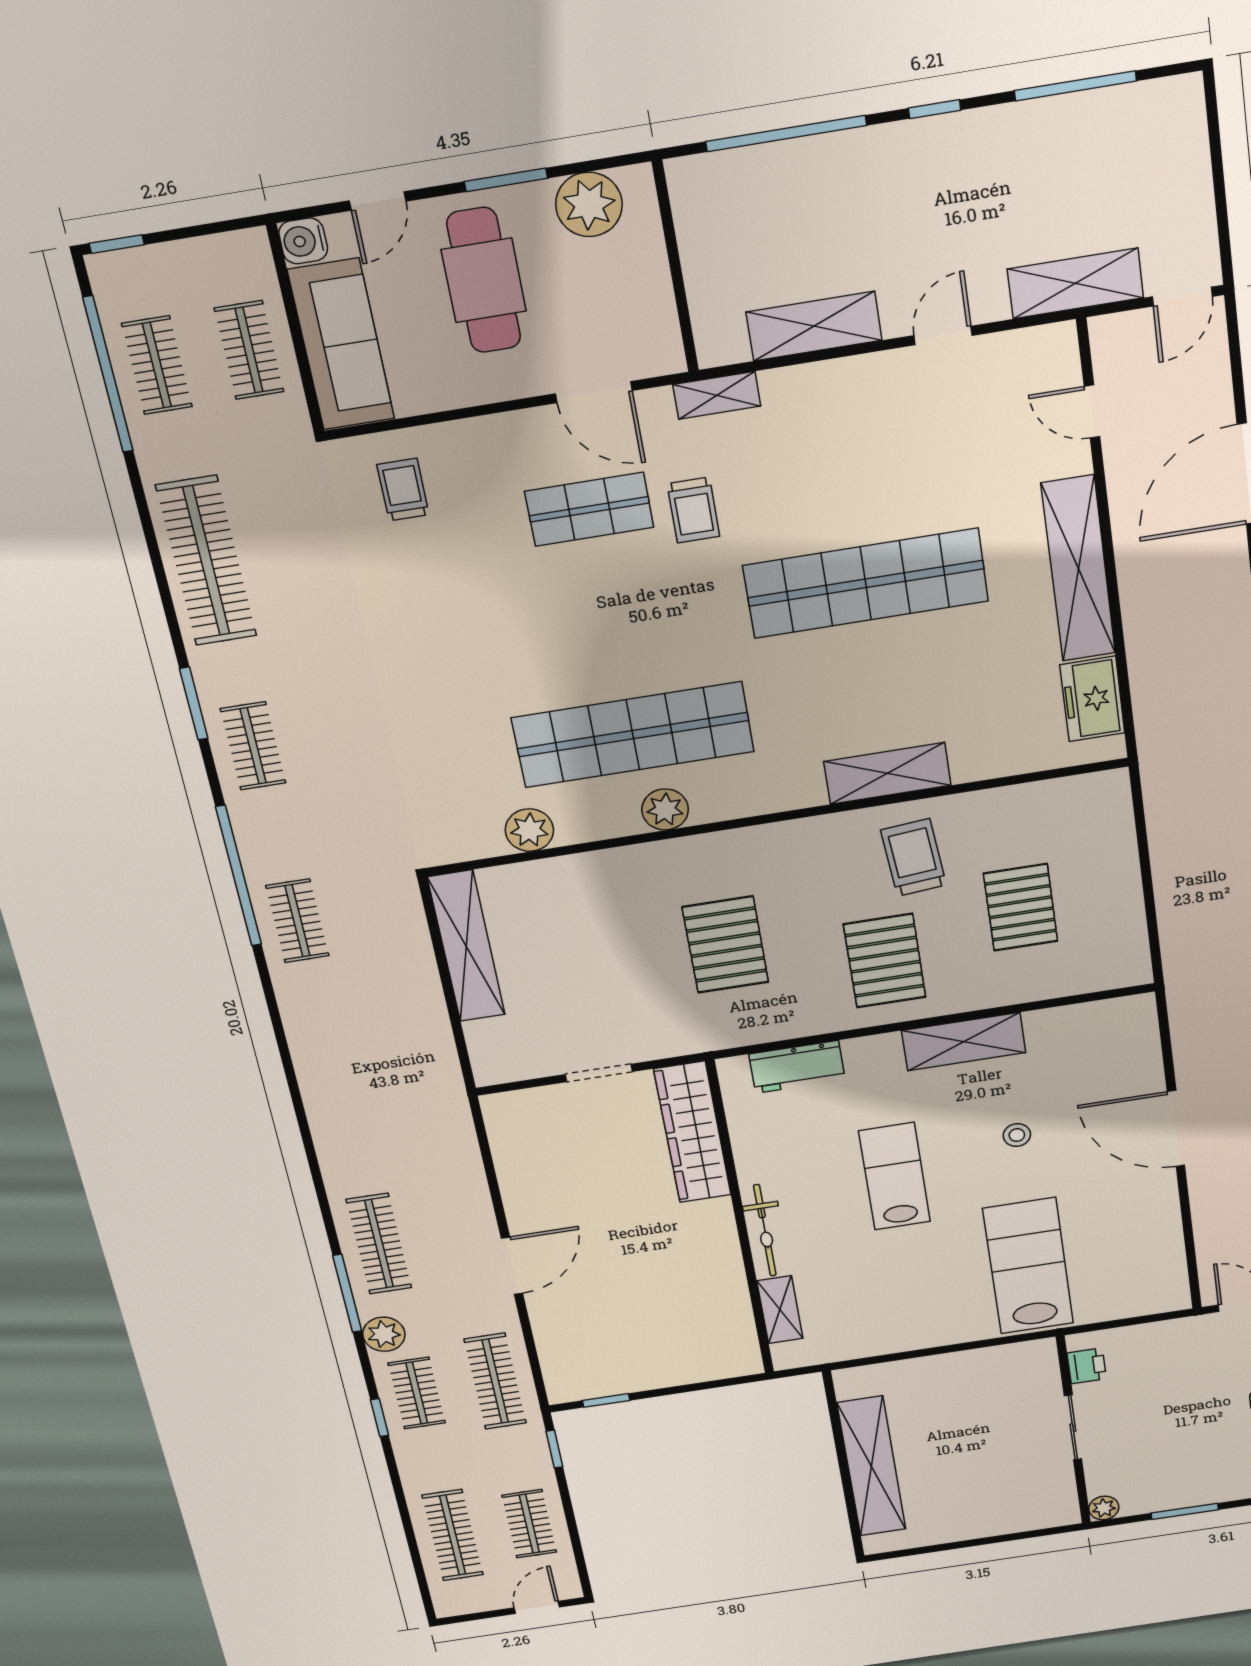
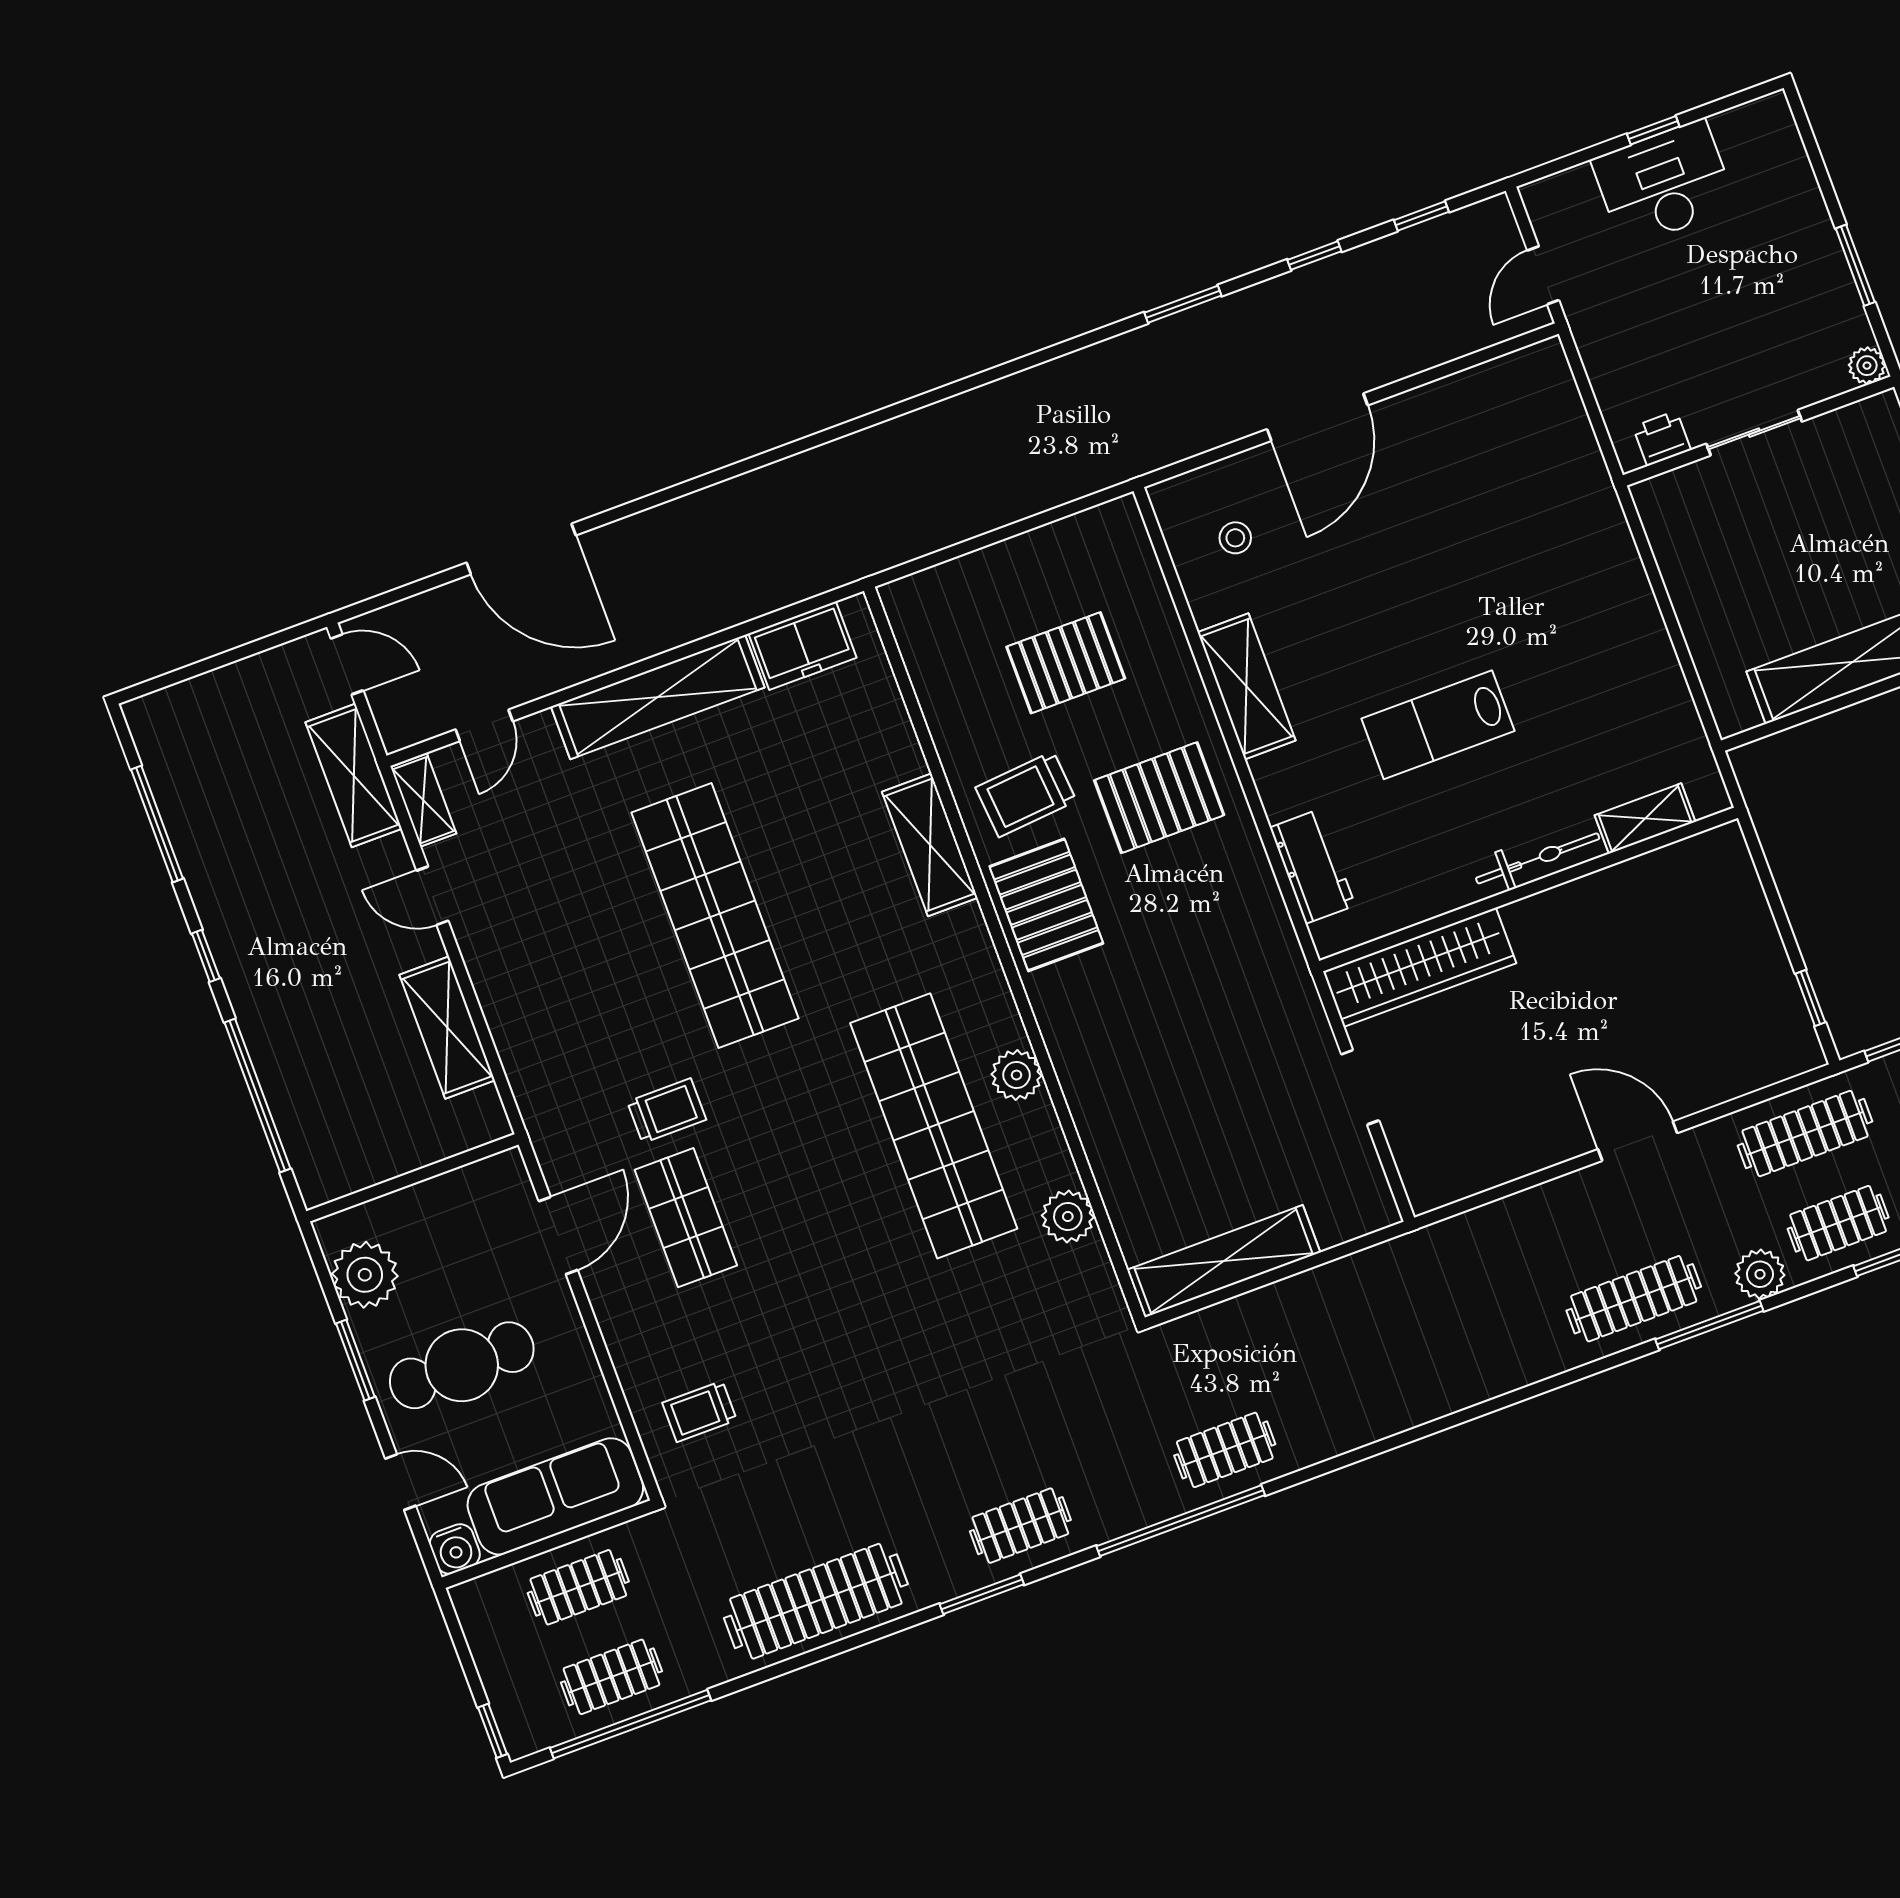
shelving: (717, 395) -> (423, 800), moved
pallet: (725, 945) -> (1046, 905), moved, turned 90
stool: (1017, 1135) -> (1235, 538), moved
lab bench: (1028, 1266) -> (1533, 542), removed

